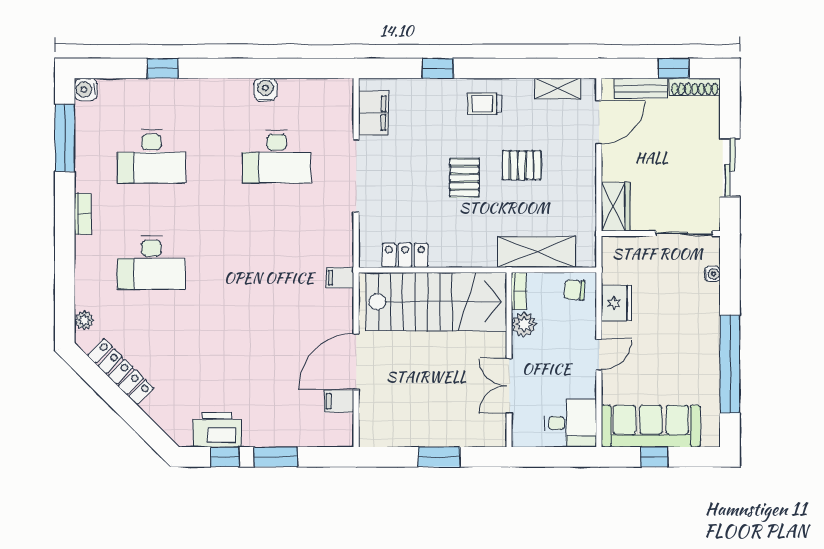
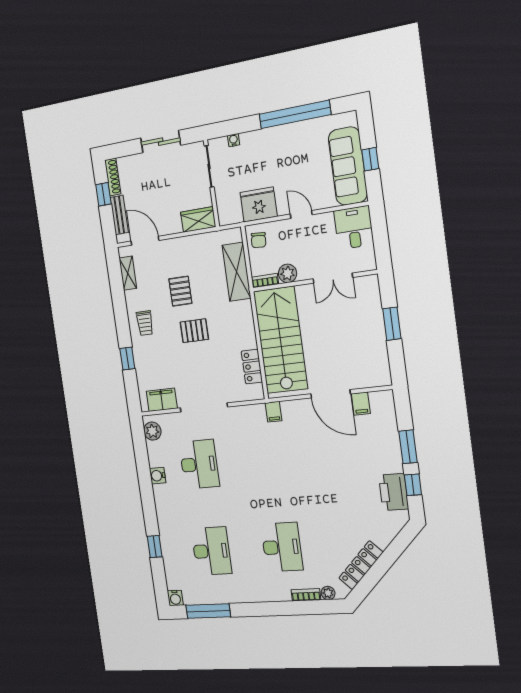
plant: (330, 91) -> (152, 431), added
bookcase: (83, 214) -> (306, 595), moved
fridge: (616, 303) -> (259, 204), width x1.36, depth x1.34

